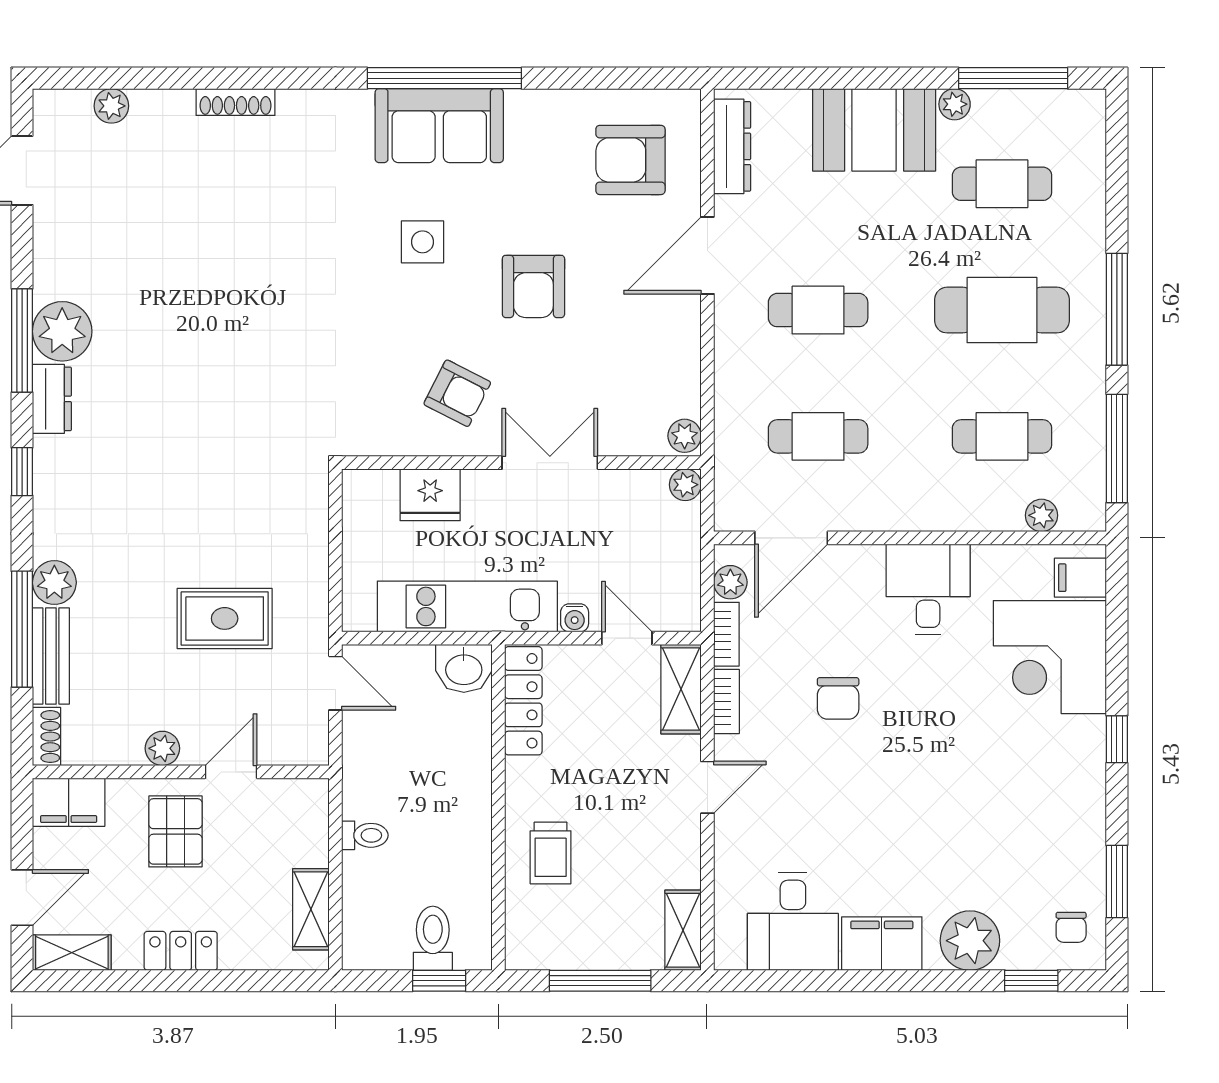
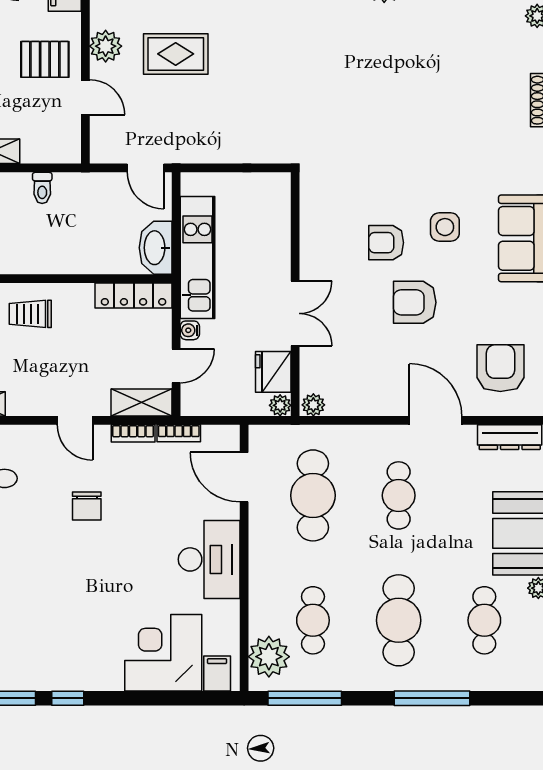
window: (1117, 309) -> (432, 698), moved
armchair: (457, 393) -> (386, 243), moved, turned 63
cafe table: (818, 436) -> (313, 495), width x1.37, depth x1.35
fridge: (430, 495) -> (273, 372), moved
plant: (1042, 515) -> (269, 657), width x1.88, depth x1.88
plant: (730, 582) -> (214, 436), removed
desk: (928, 589) -> (209, 559), width x1.37
rug: (225, 618) -> (176, 54), moved, turned 90
washbasin: (464, 668) -> (156, 248), width x1.38
door: (335, 683) -> (146, 168), hinge flipped
chair: (838, 698) -> (87, 506), moved, turned -90
window: (1117, 739) -> (68, 698), moved
plant: (162, 748) -> (106, 46), width x1.38, depth x1.38

